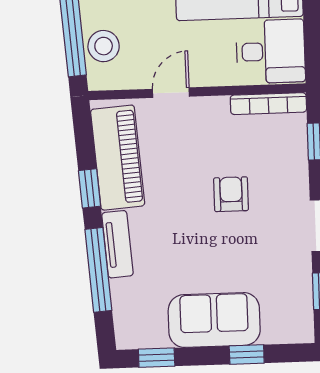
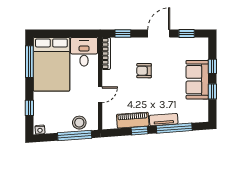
door: (171, 93) -> (100, 95), swing flipped
piano: (118, 158) -> (133, 120), width x0.73, depth x0.75
window: (157, 358) -> (212, 91), moved

